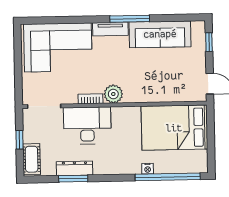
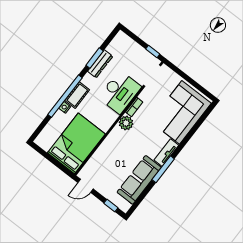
window: (19, 140) -> (153, 51), moved
cot: (32, 159) -> (77, 95), moved, turned 90
window: (168, 177) -> (65, 96), moved

